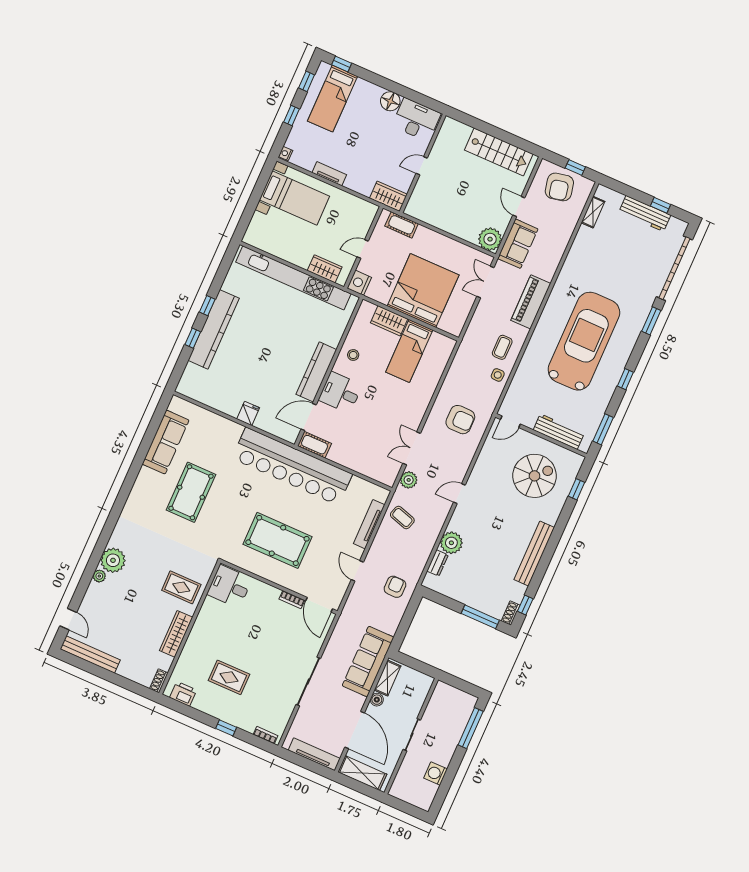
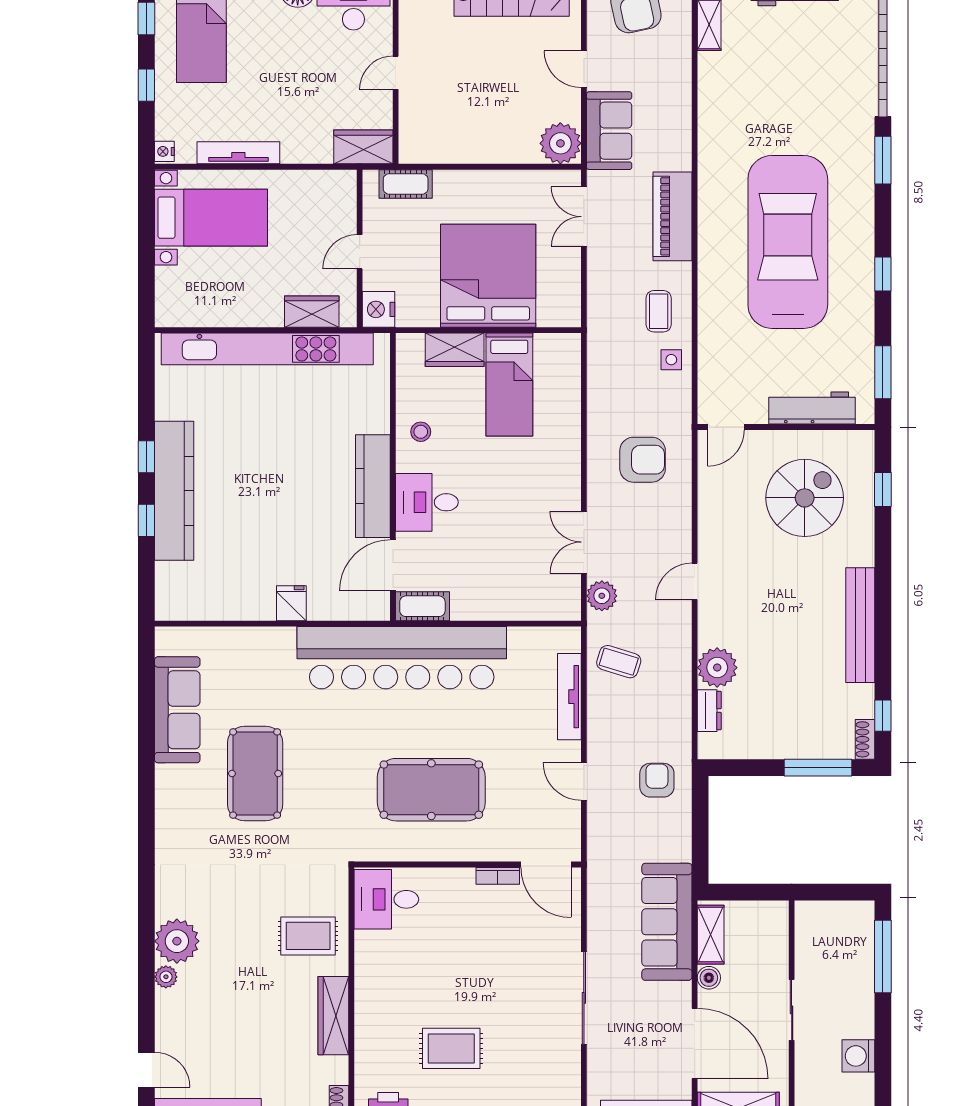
tv unit: (329, 174) -> (238, 153), width x1.41

